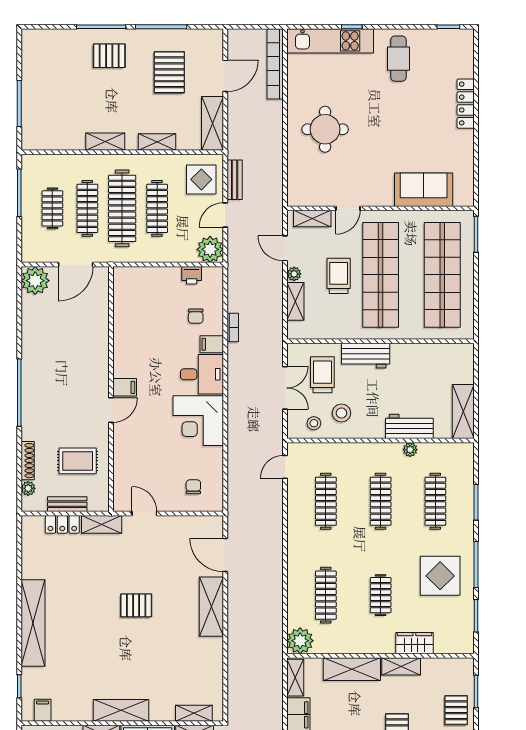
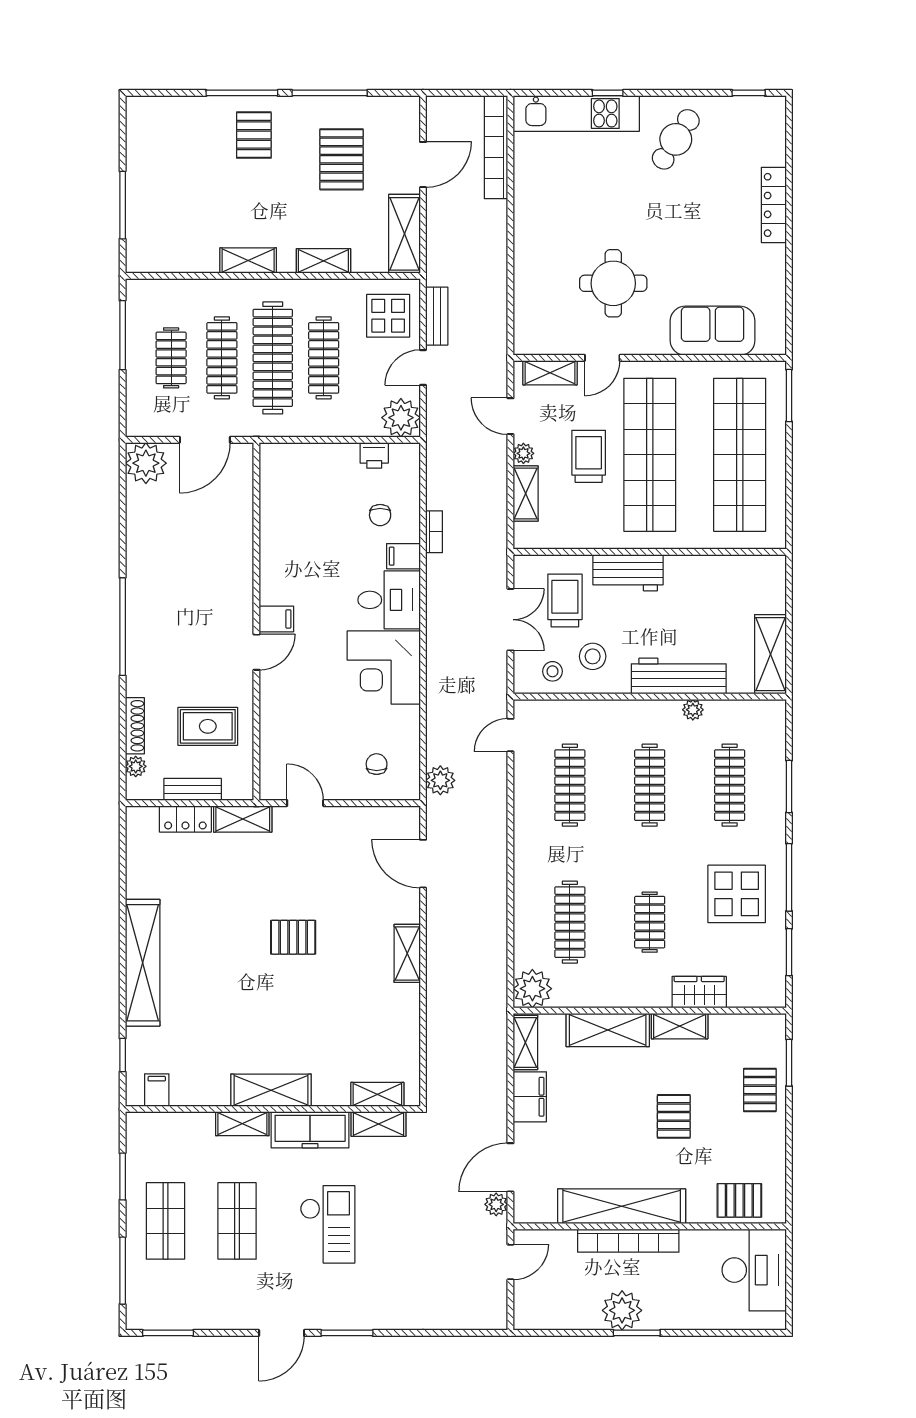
pallet: (109, 56) -> (254, 135), turned 90
cafe table: (398, 59) -> (676, 139), turned 33
round table: (325, 129) -> (613, 283), moved
workbench: (409, 426) -> (679, 676), width x1.38
plant: (237, 498) -> (440, 780), added
shelving: (211, 607) -> (407, 953), width x0.67, depth x0.75

